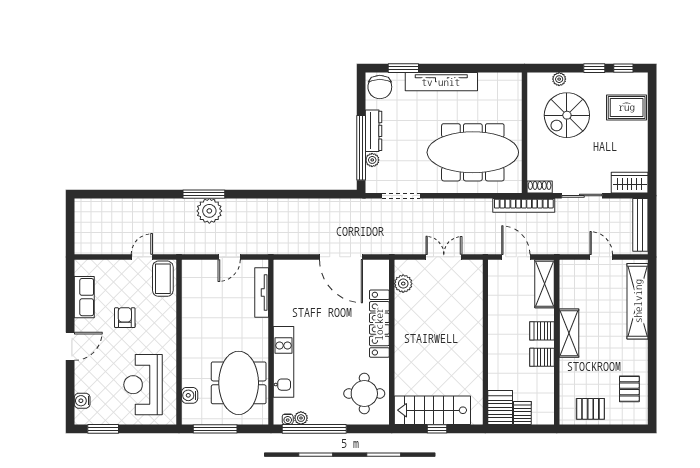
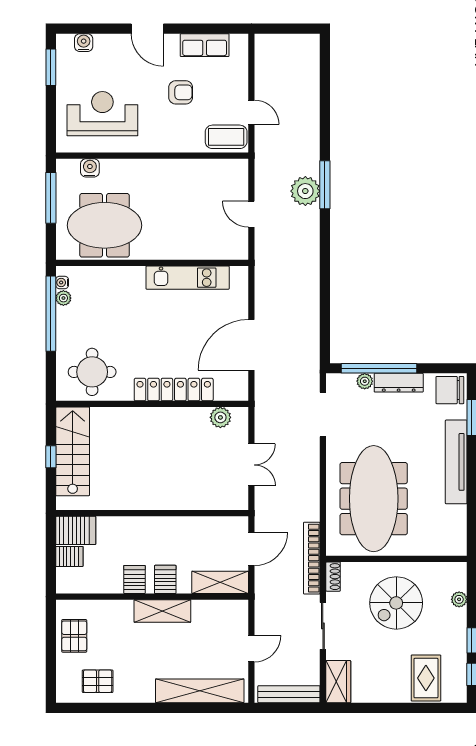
spiral stairs: (567, 115) -> (396, 603), moved, turned -90
tv unit: (262, 292) -> (210, 252), removed
kitchen unit: (284, 362) -> (188, 278), moved

